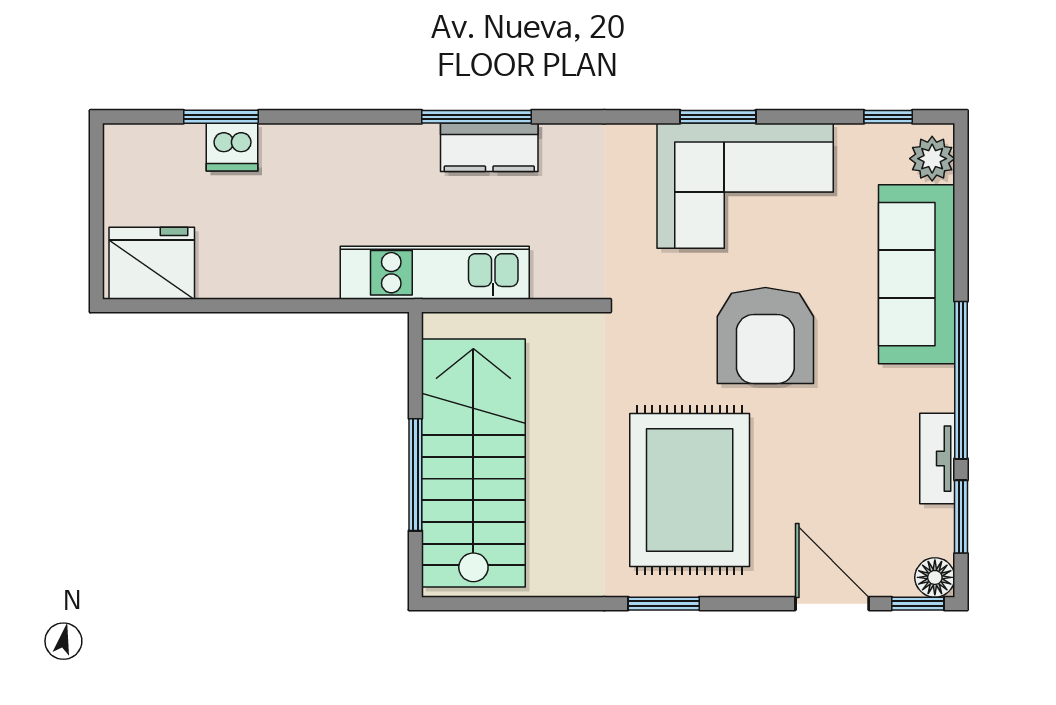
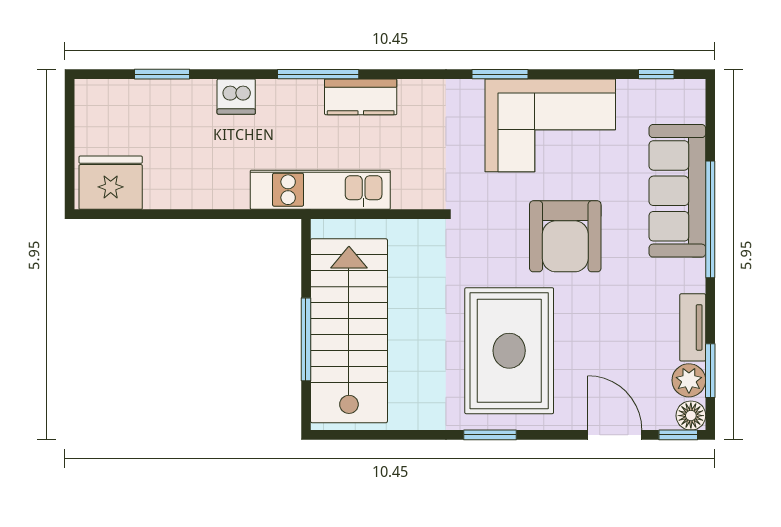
window: (477, 117) -> (318, 74), moved
window: (718, 117) -> (500, 74), moved
dishwasher: (232, 147) -> (236, 97), moved
plant: (932, 159) -> (689, 380), moved
window: (961, 380) -> (710, 219), moved

